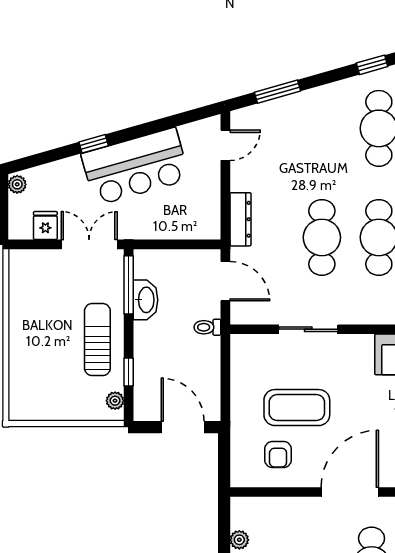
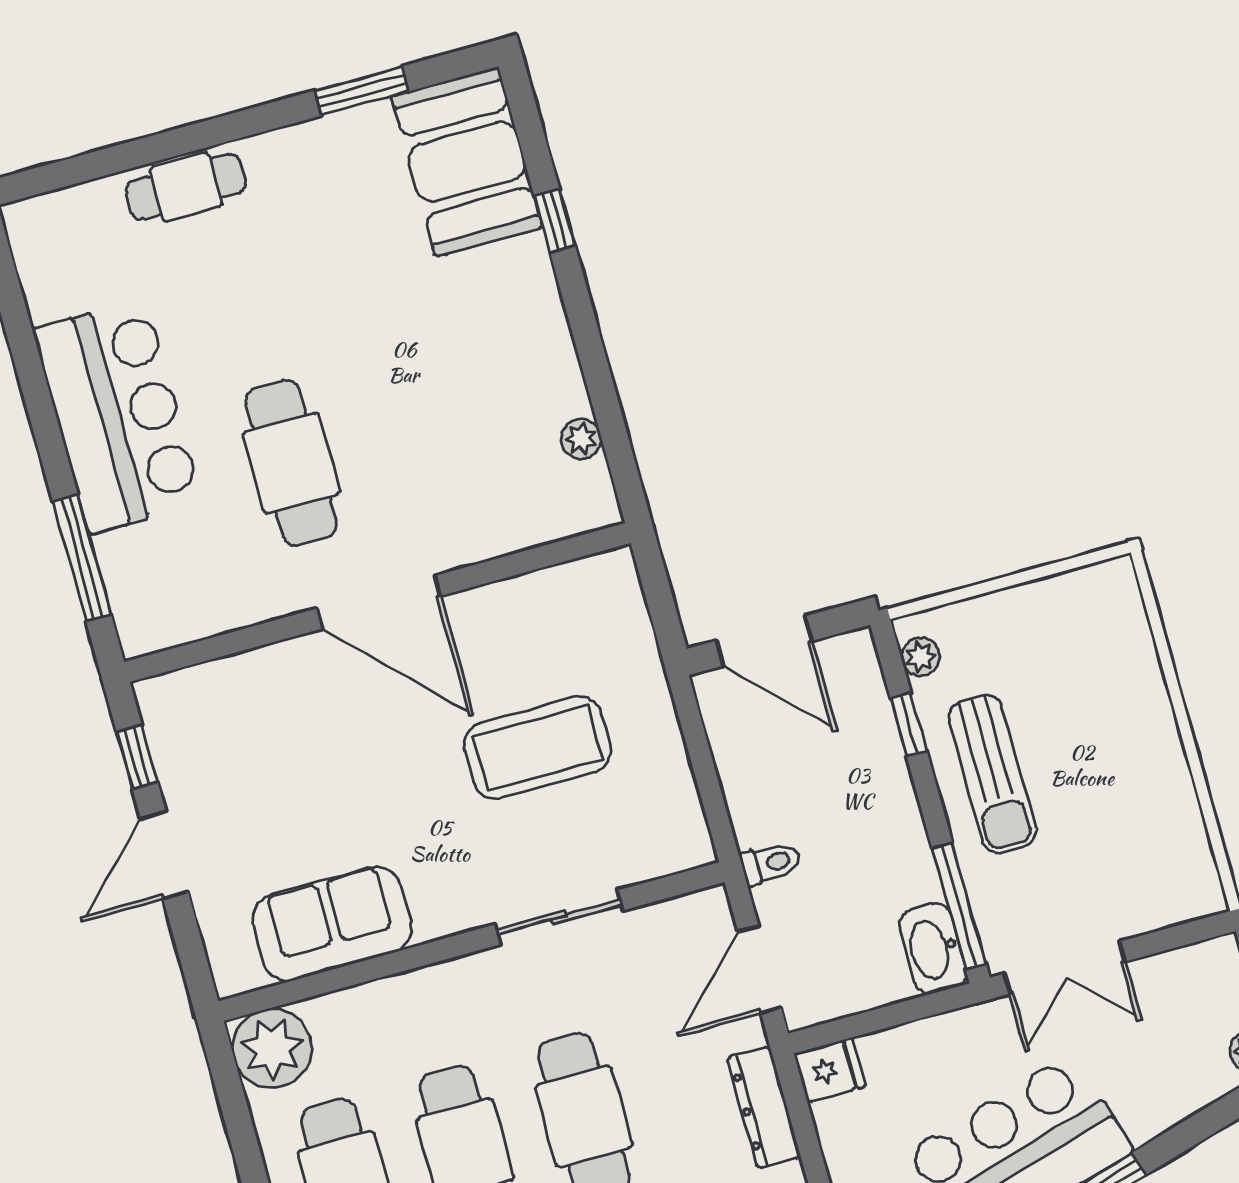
fridge: (45, 226) -> (830, 1070), moved, turned -90
door: (225, 281) -> (760, 970), hinge flipped
washbasin: (146, 300) -> (933, 949), moved
armchair: (278, 454) -> (550, 639), removed
door: (350, 492) -> (379, 602), hinge flipped

